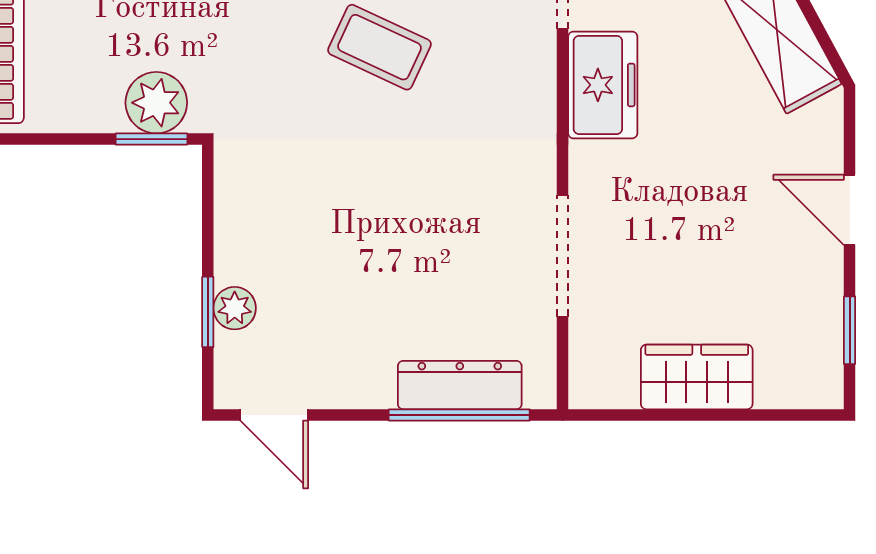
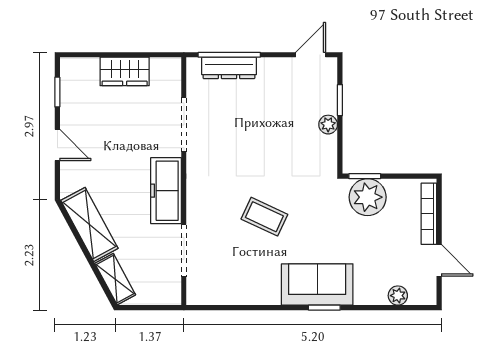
freezer: (603, 85) -> (166, 191), width x1.40
plant: (156, 103) -> (368, 197), width x1.36, depth x1.36
plant: (235, 308) -> (328, 125), moved
door: (274, 415) -> (311, 55), hinge flipped

